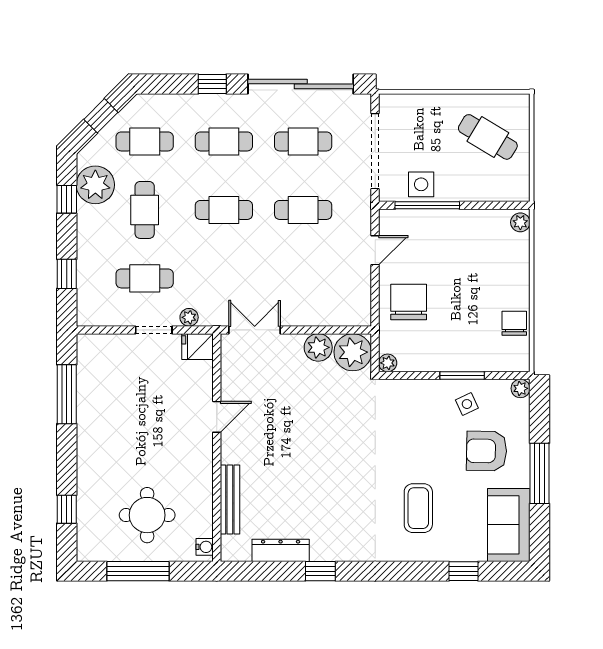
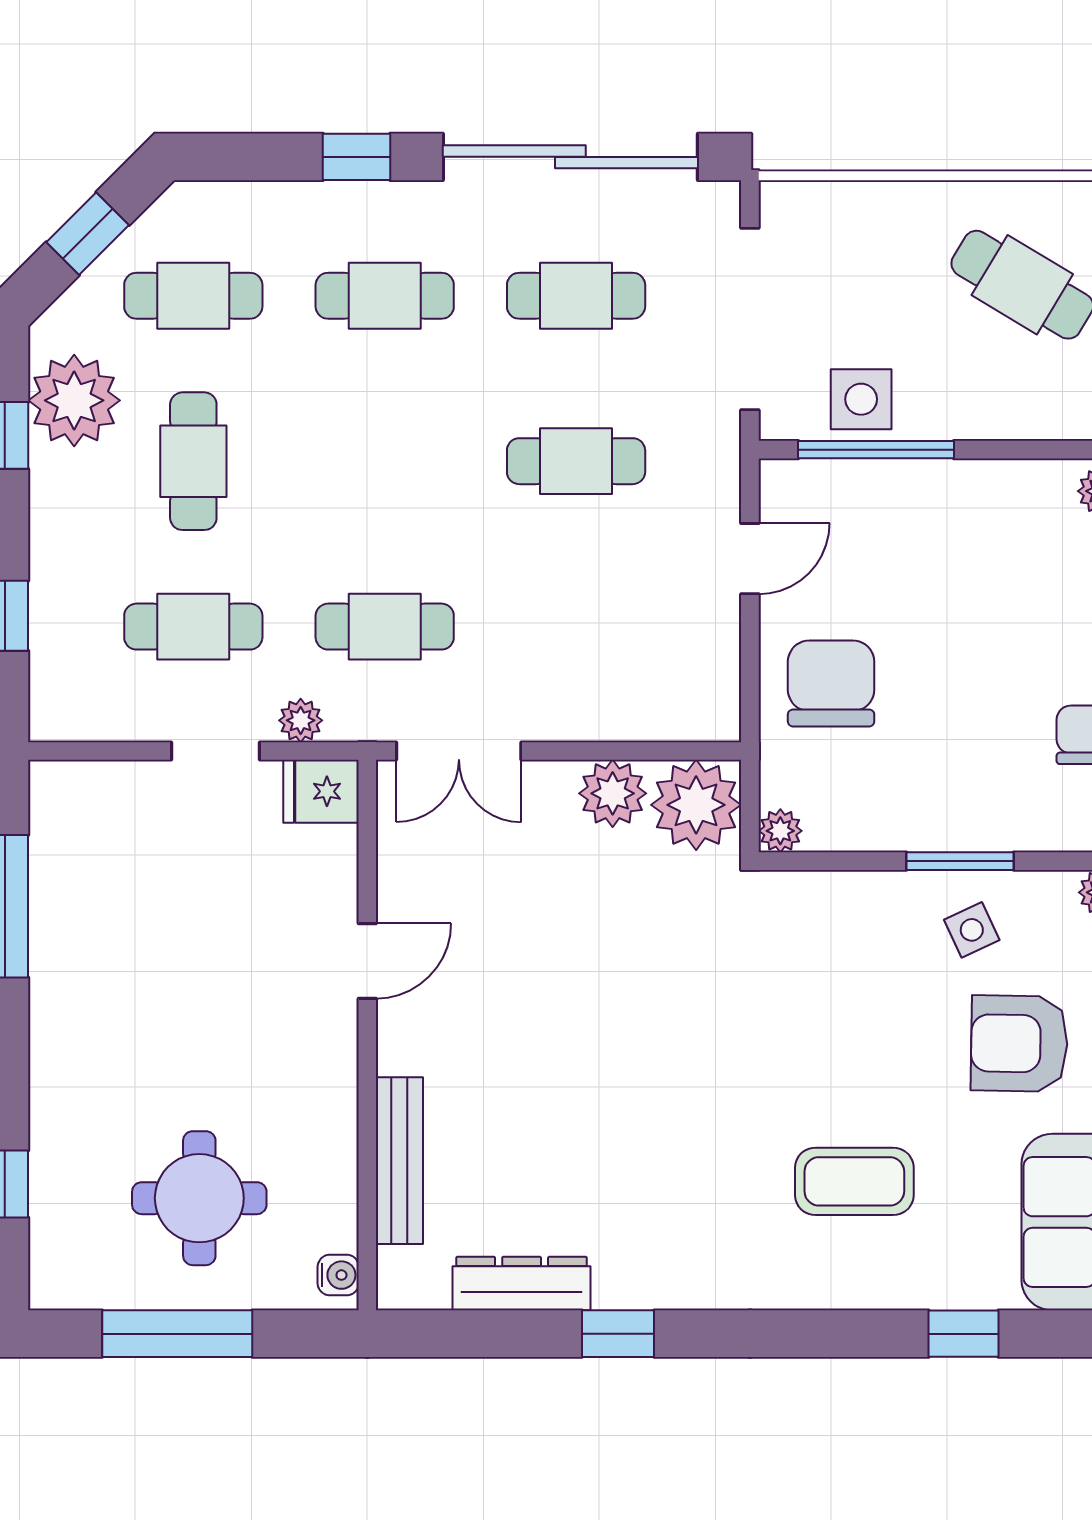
cafe table: (224, 210) -> (385, 627), moved
double door: (255, 330) -> (459, 751), swing flipped
coffee table: (418, 508) -> (854, 1181), turned 90

